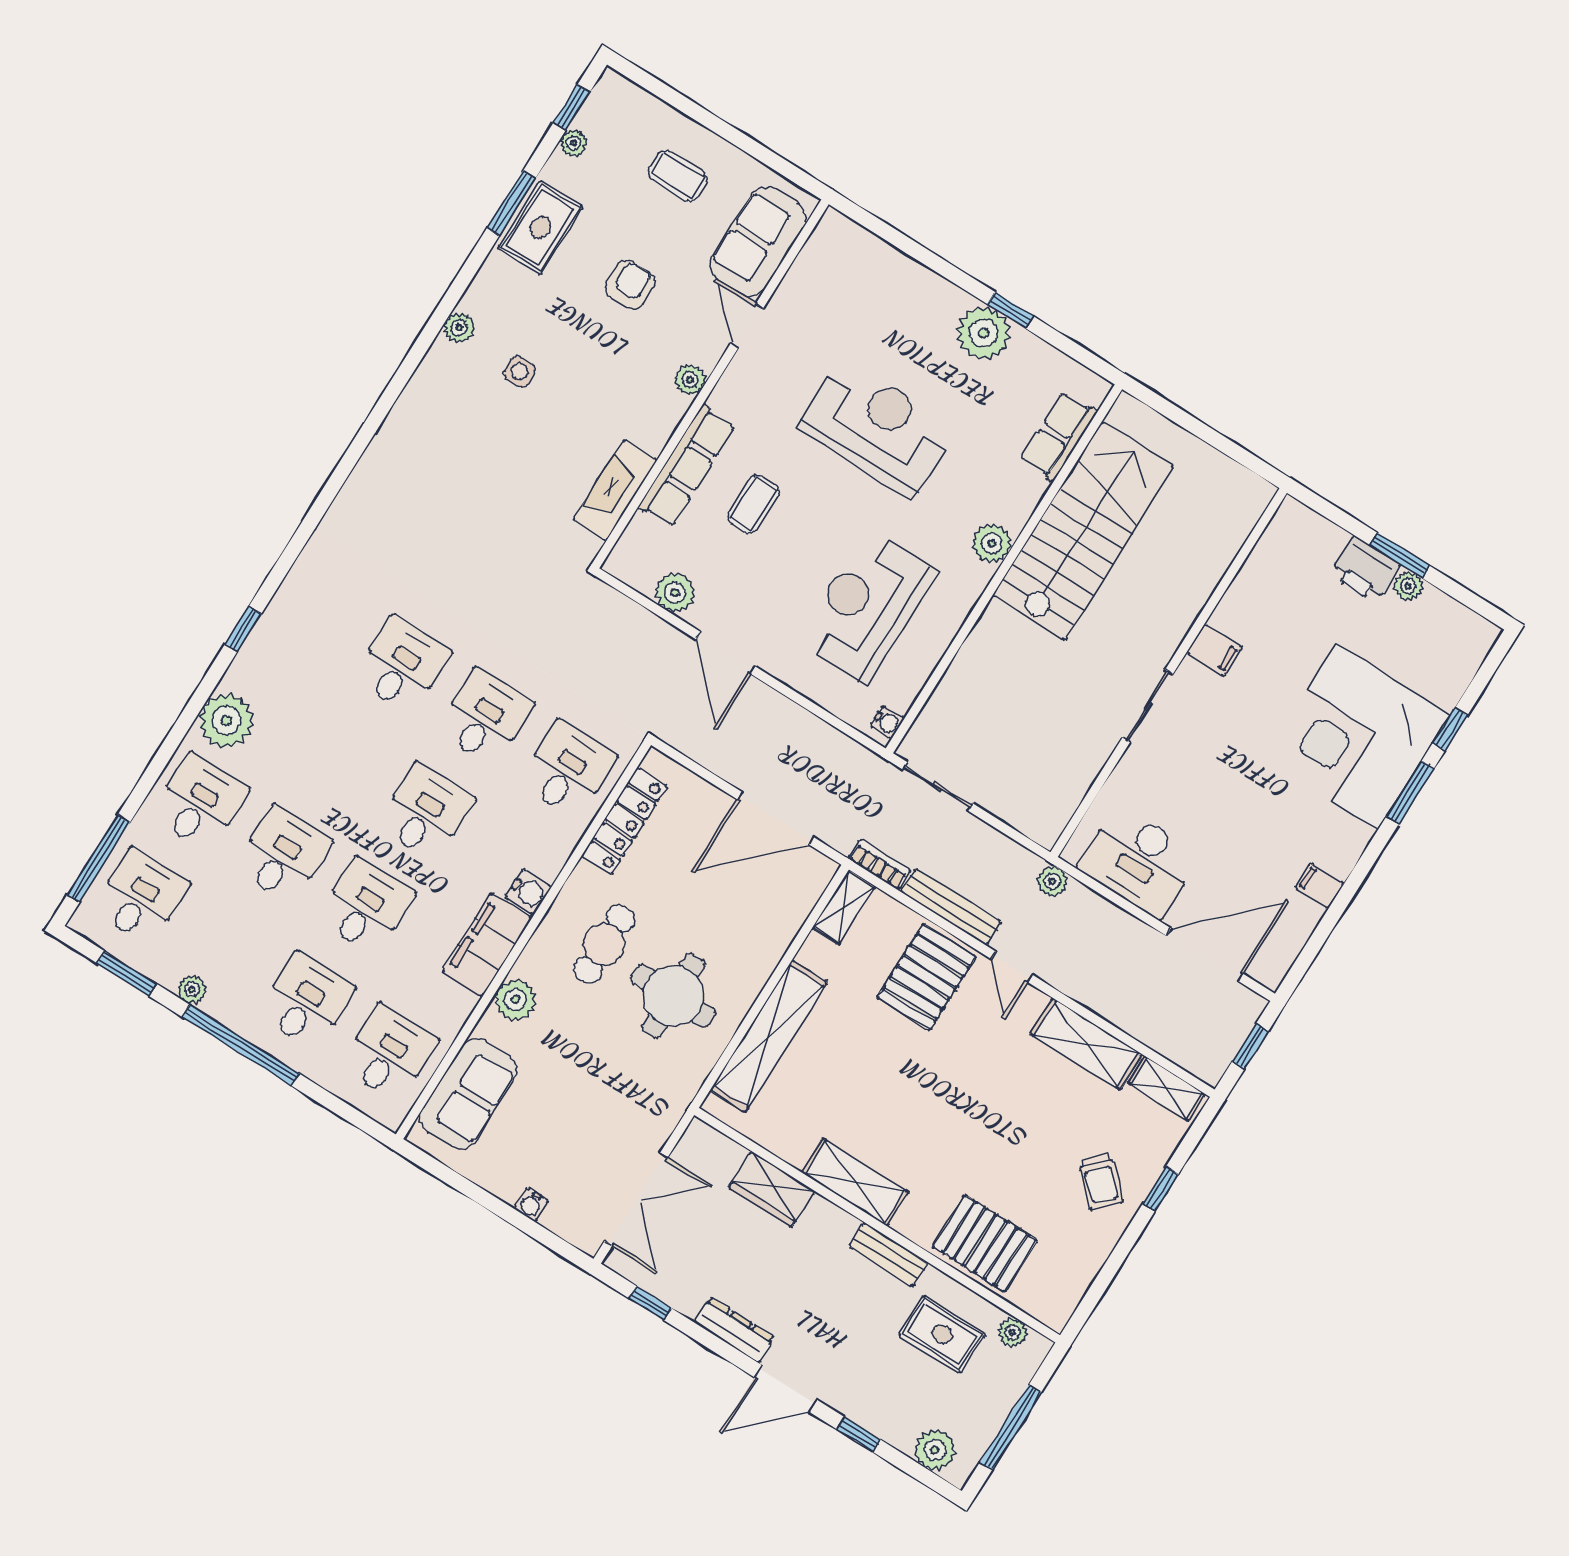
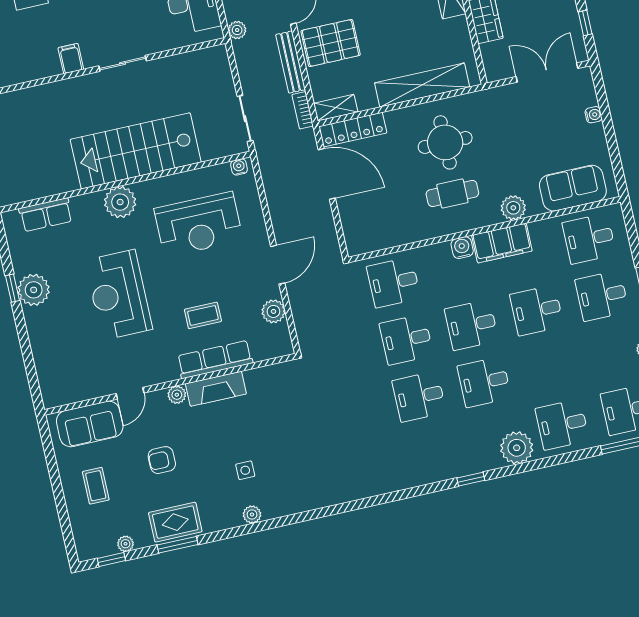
fireplace: (615, 490) -> (216, 389), moved
stairs: (1083, 531) -> (136, 151), moved
plant: (992, 543) -> (120, 202), width x1.36, depth x1.36
locker: (624, 821) -> (353, 130), moved, turned 180
desk: (283, 854) -> (484, 382), moved

